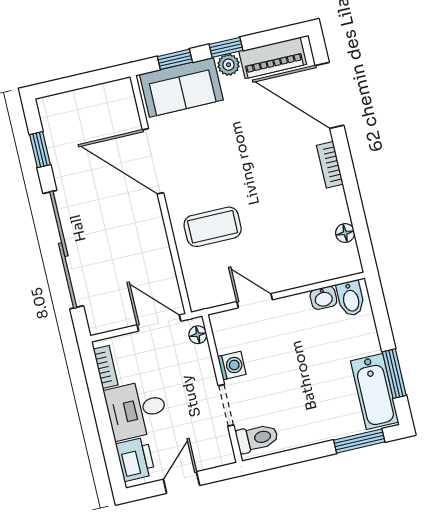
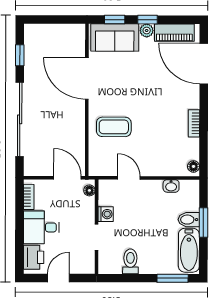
bookcase: (330, 165) -> (194, 123), moved
floor lamp: (345, 233) -> (193, 166), moved
bidet: (351, 298) -> (189, 220), moved, turned 90
window: (394, 374) -> (203, 223), moved
toilet: (257, 438) -> (130, 261), moved, turned -90

